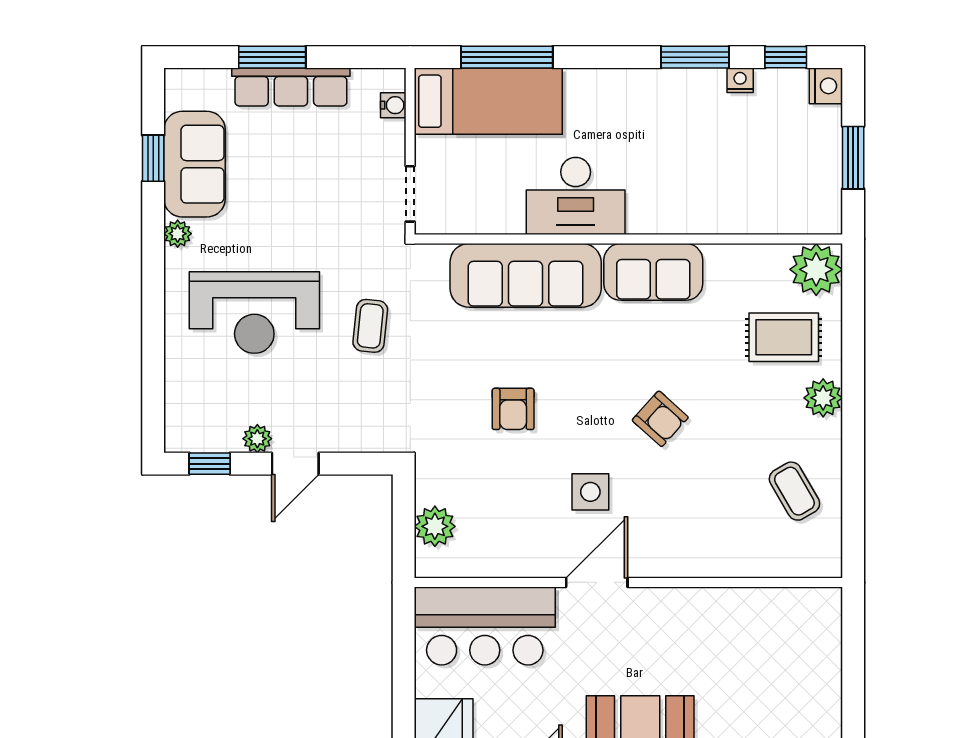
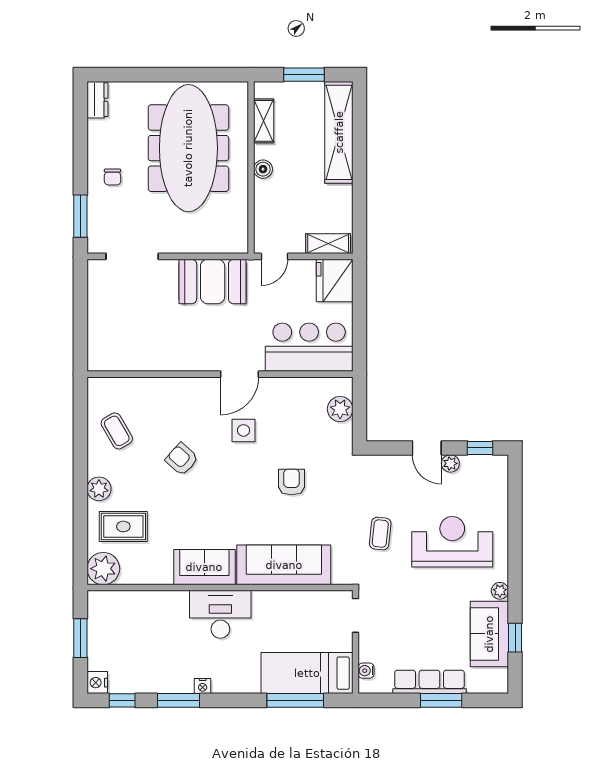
nightstand: (740, 80) -> (203, 686), moved
desk: (576, 196) -> (220, 614), moved
armchair: (660, 419) -> (182, 459), moved
door: (295, 464) -> (427, 448), swing flipped

